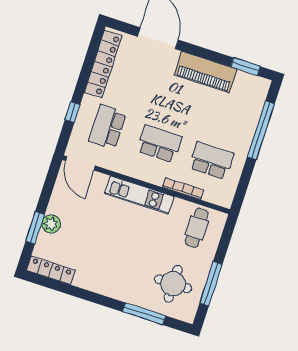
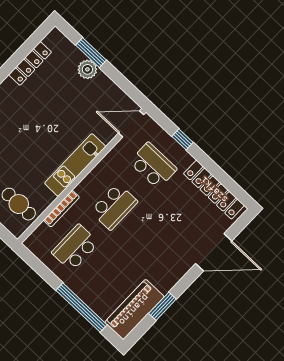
window: (245, 67) -> (162, 306), moved
piano: (205, 72) -> (134, 310), moved
school desk: (211, 161) -> (75, 248), turned 180
locker: (51, 270) -> (30, 63), moved

